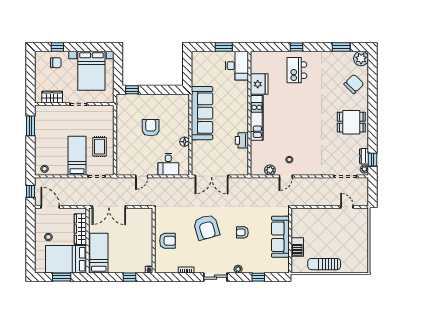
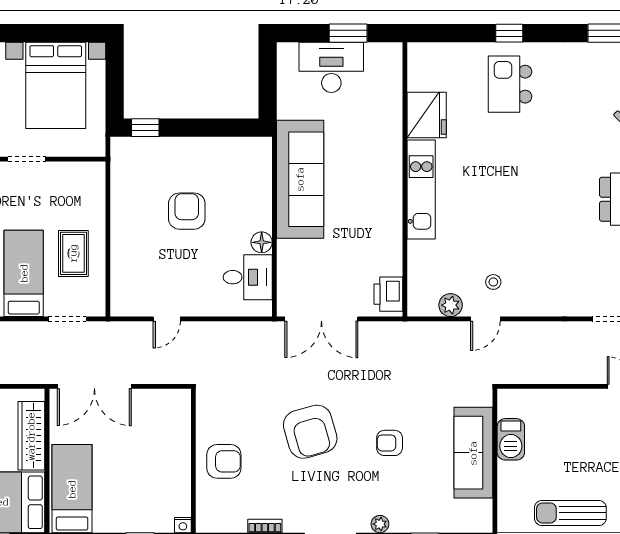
desk: (237, 66) -> (331, 67), moved, turned -90
printer: (242, 140) -> (388, 294), moved
desk: (168, 164) -> (248, 277), moved, turned -90
barbecue: (297, 247) -> (511, 439), moved

